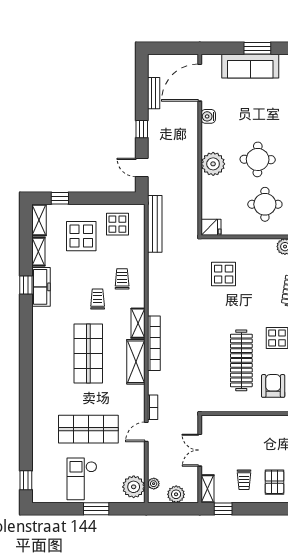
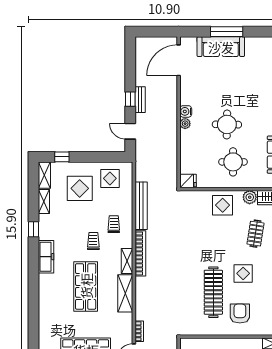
window: (257, 48) -> (227, 32), width x1.44
bench: (154, 93) -> (140, 100), moved
water cooler: (208, 116) -> (186, 111), moved
plant: (213, 164) -> (185, 124), width x0.53, depth x0.53
bench: (155, 224) -> (141, 206), moved
display table: (224, 274) -> (223, 205), moved
freezer: (41, 287) -> (46, 257), moved
bookcase: (154, 343) -> (140, 253), moved

